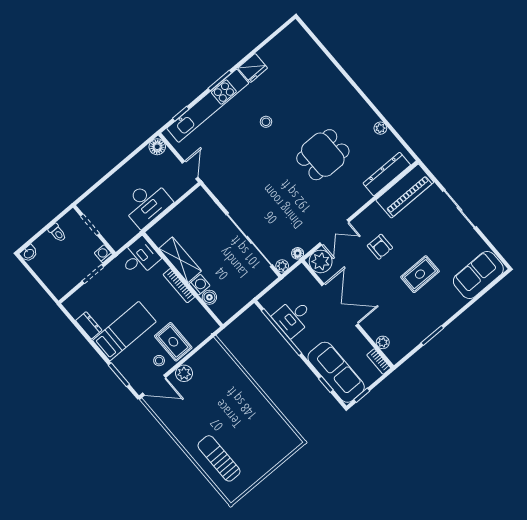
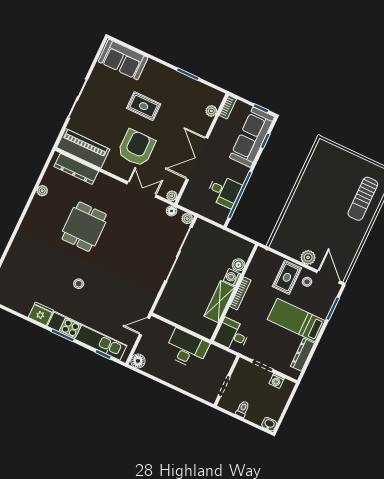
dining table: (323, 155) -> (84, 227), turned 90
armchair: (380, 247) -> (136, 148), width x1.88, depth x1.88
washing machine: (103, 254) -> (277, 381), moved
plant: (321, 261) -> (172, 196), width x0.53, depth x0.53
dresser: (89, 325) -> (303, 355), width x1.44

